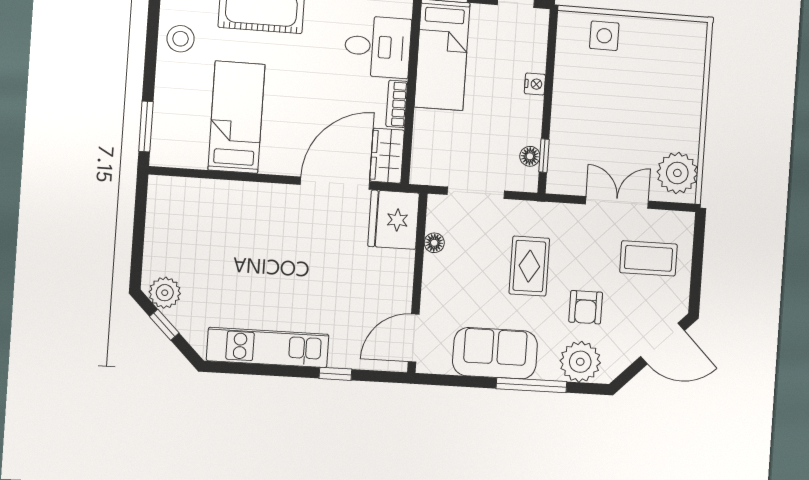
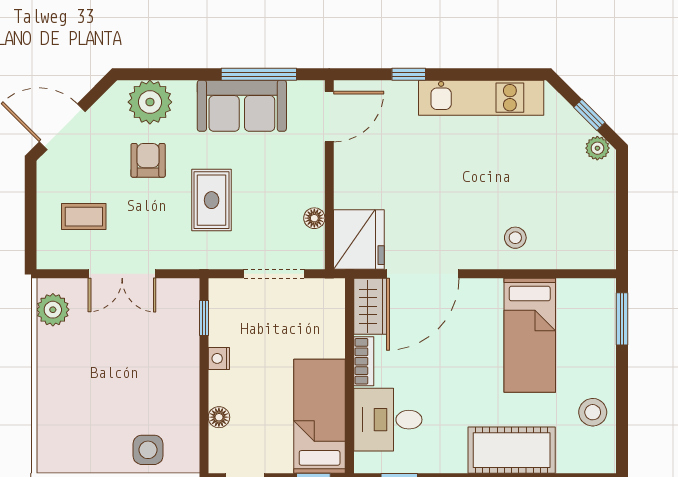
nightstand: (535, 84) -> (219, 358), moved
floor lamp: (530, 156) -> (219, 417), moved
plant: (677, 173) -> (53, 310), width x0.73, depth x0.73
stool: (244, 212) -> (515, 238), added
coffee table: (648, 258) -> (84, 217), width x0.73, depth x0.77
plant: (165, 293) -> (597, 148), width x0.73, depth x0.73
window: (531, 385) -> (259, 74), moved

